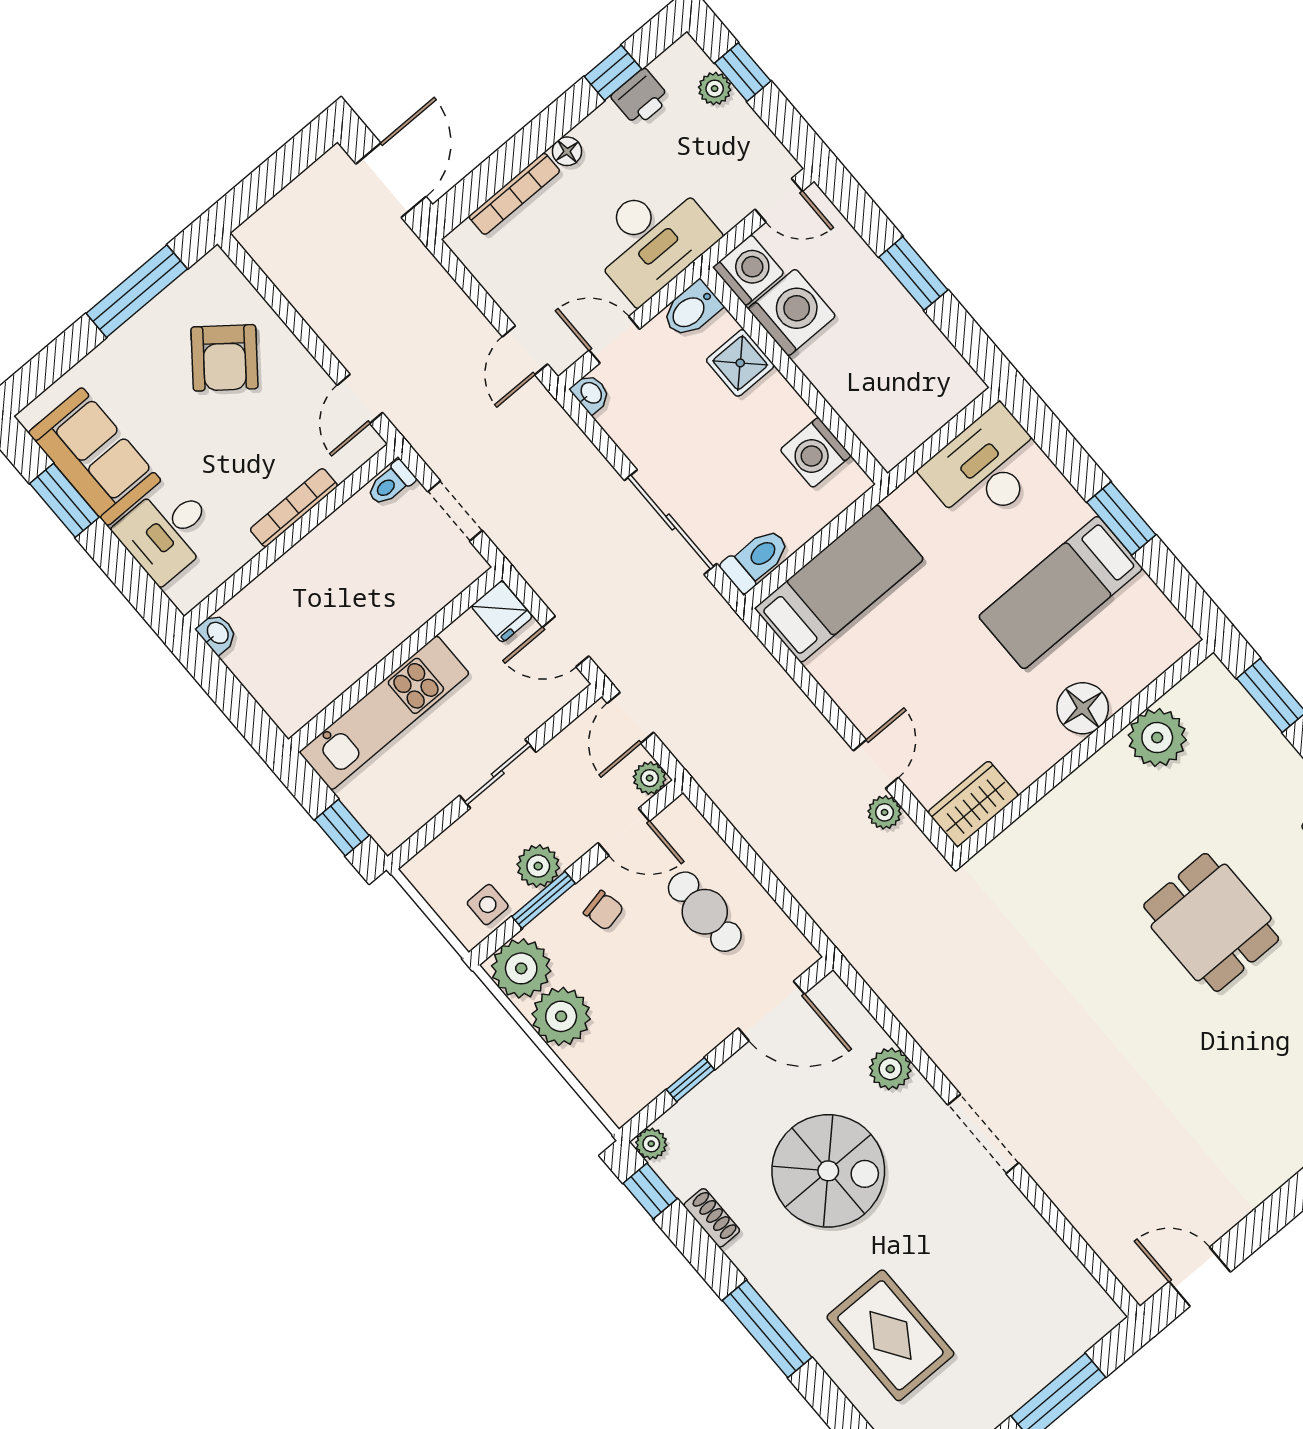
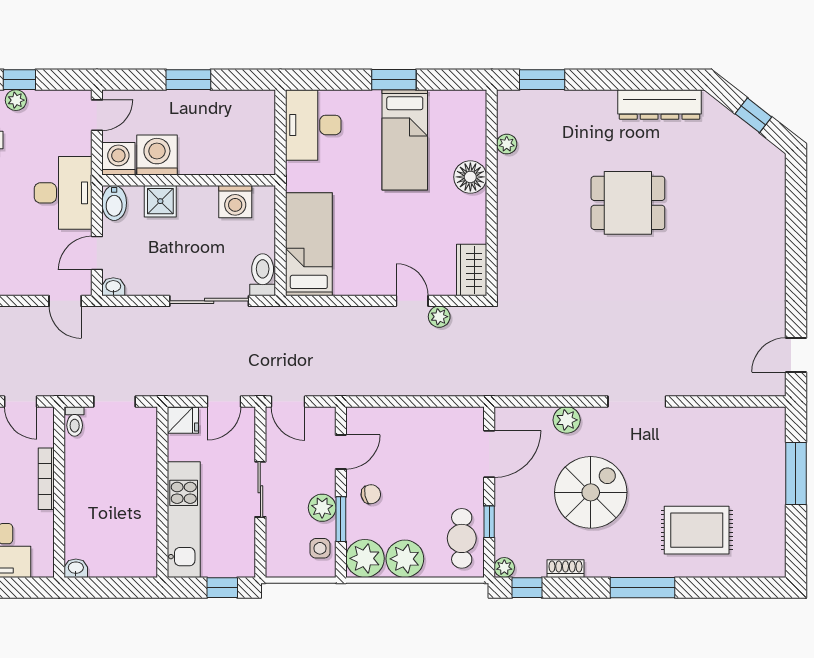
plant: (1157, 738) -> (507, 144), width x0.53, depth x0.53
plant: (650, 778) -> (325, 417), removed
cafe table: (705, 912) -> (462, 538), moved, turned 90

